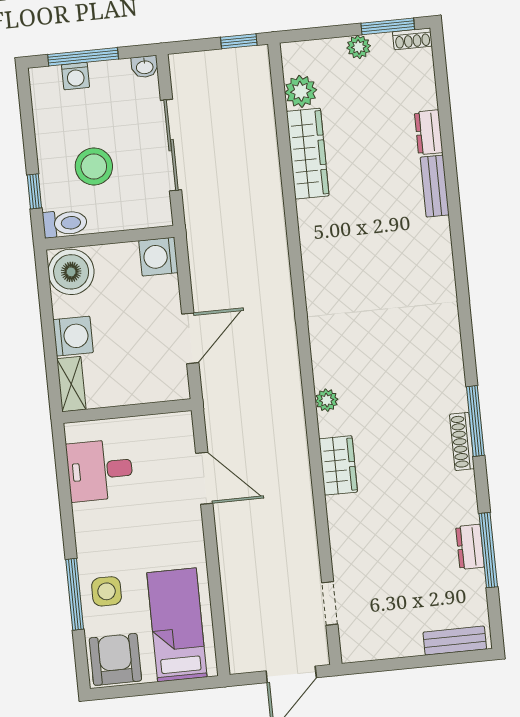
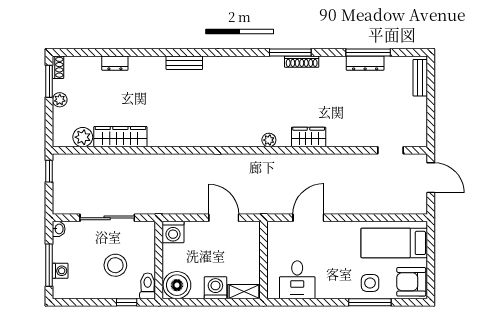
bench: (435, 186) -> (184, 63), moved
dresser: (470, 547) -> (365, 63), width x1.44

